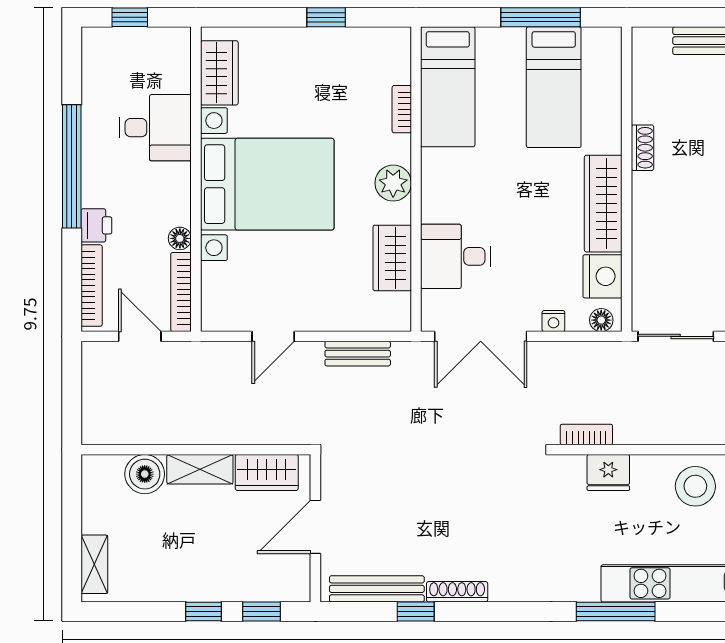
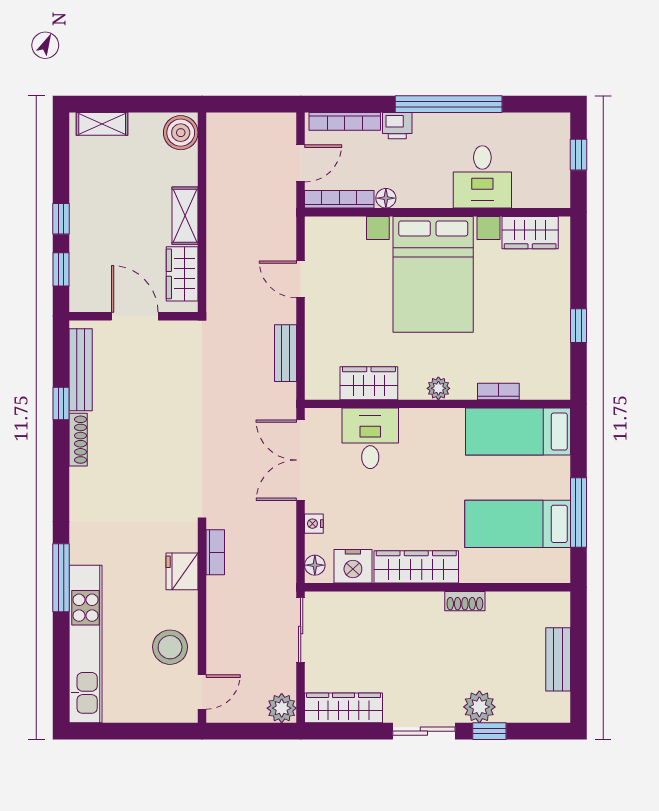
plant: (393, 183) -> (438, 388), width x0.73, depth x0.73
boiler: (145, 474) -> (181, 133), moved

